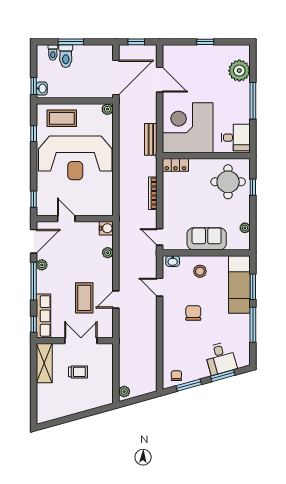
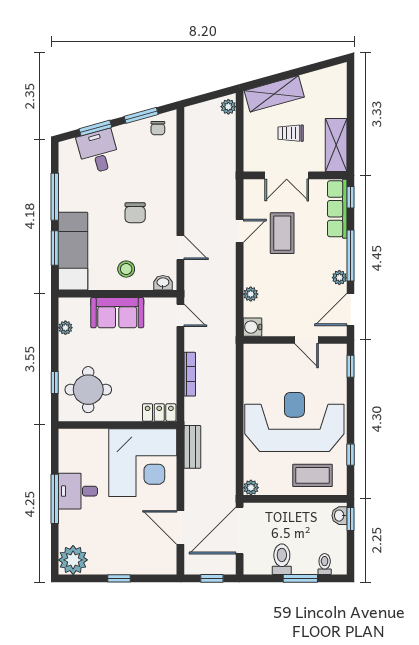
toilet: (66, 56) -> (282, 559), moved
plant: (239, 71) -> (73, 560), moved
desk: (236, 138) -> (78, 491), moved
shelving: (90, 401) -> (274, 94), added

